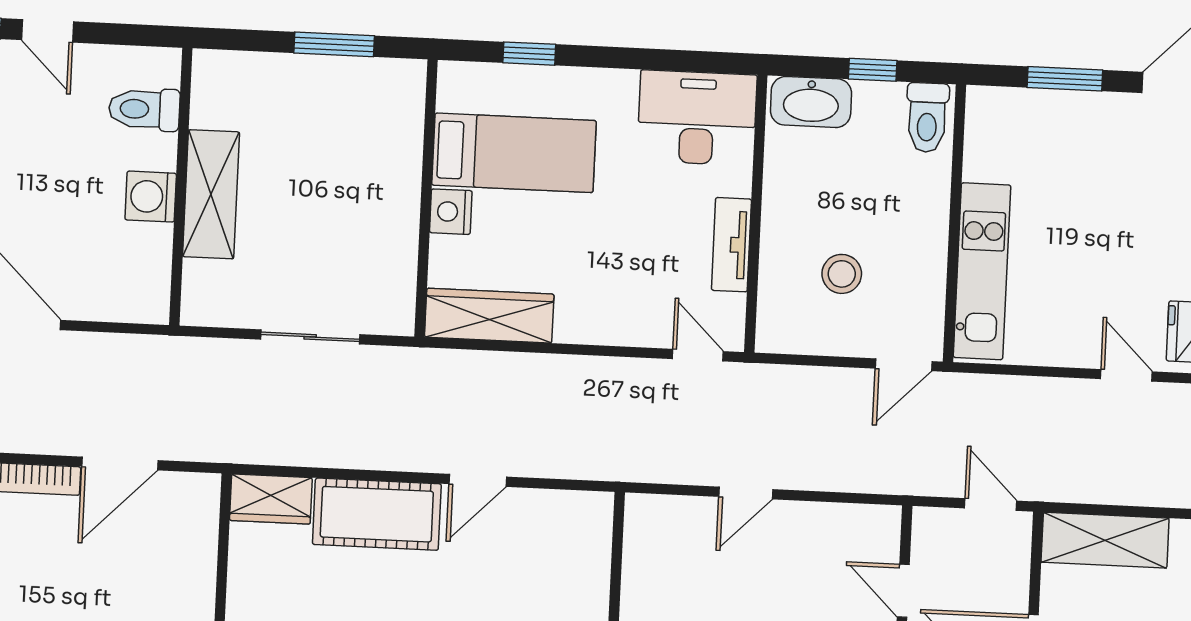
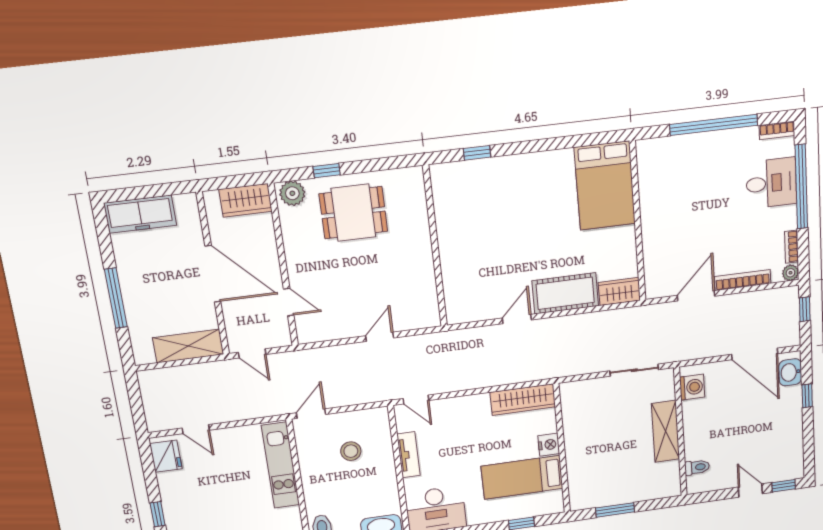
toilet: (144, 109) -> (697, 467), width x0.73, depth x0.72
washing machine: (151, 197) -> (692, 387), moved
sliding door: (310, 337) -> (634, 370), moved

